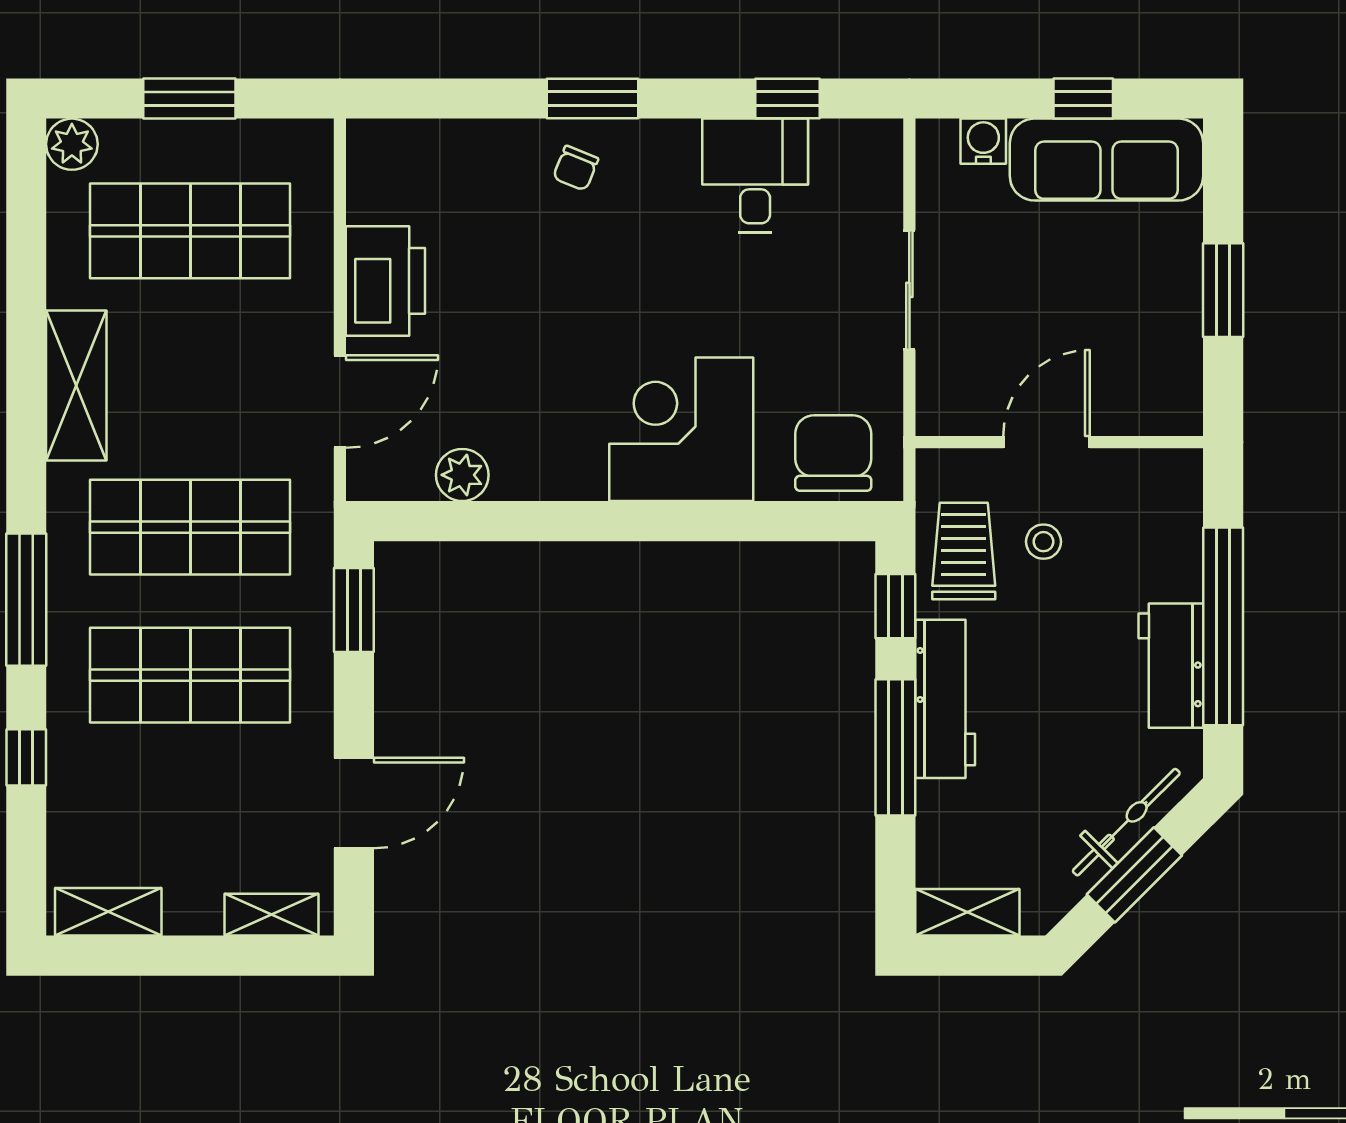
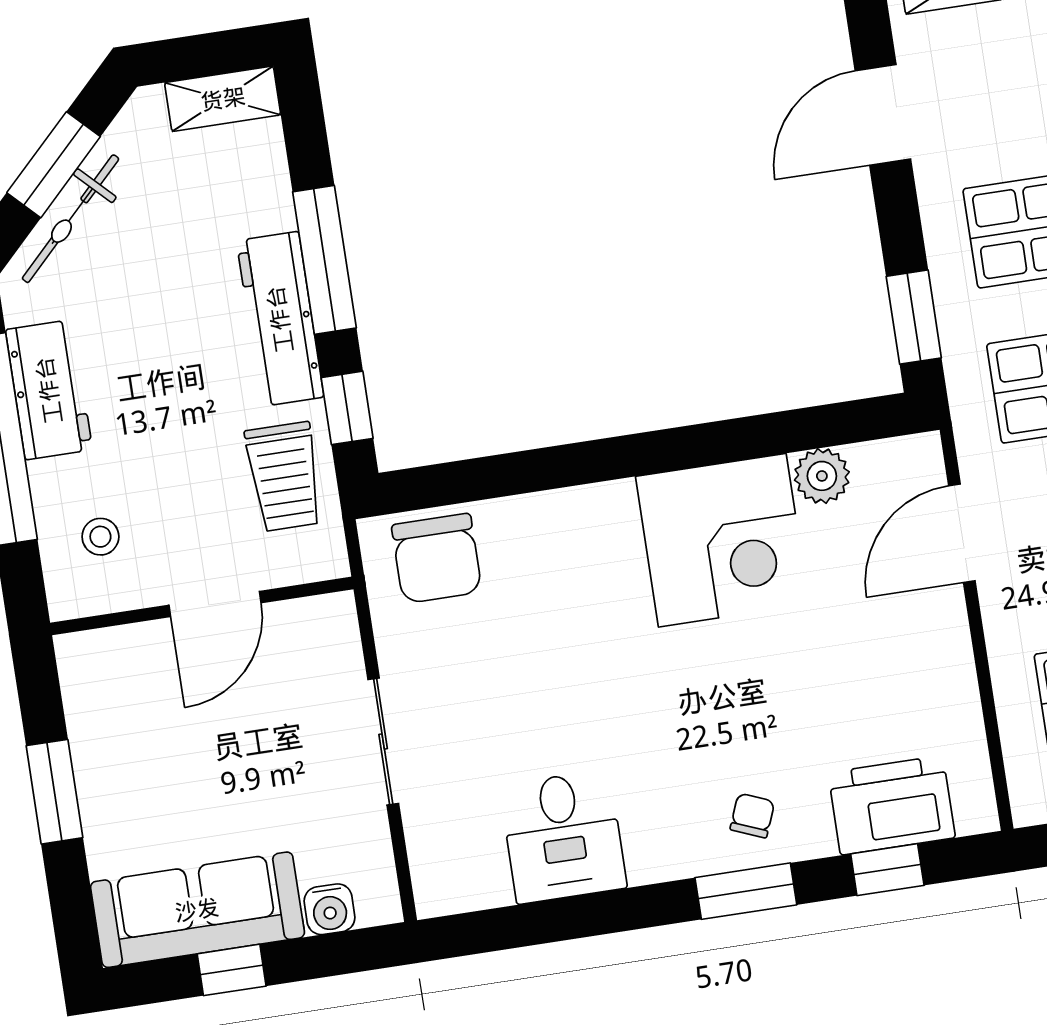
window: (787, 99) -> (887, 870), moved
printer: (385, 281) -> (892, 805), moved, turned 90
corner desk: (681, 429) -> (722, 540), moved
stool: (1043, 542) -> (100, 537), moved

